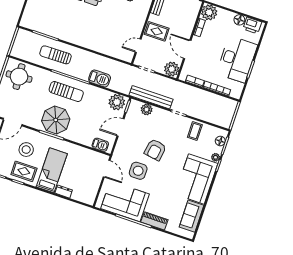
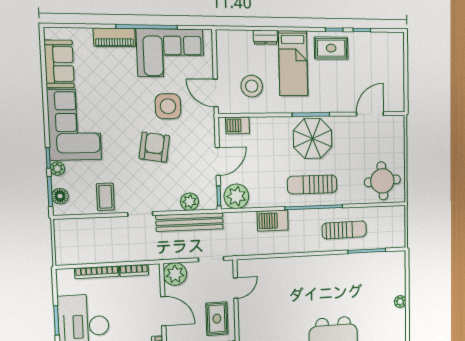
rug: (157, 31) -> (217, 319), turned 90
stool: (26, 150) -> (252, 86), moved

